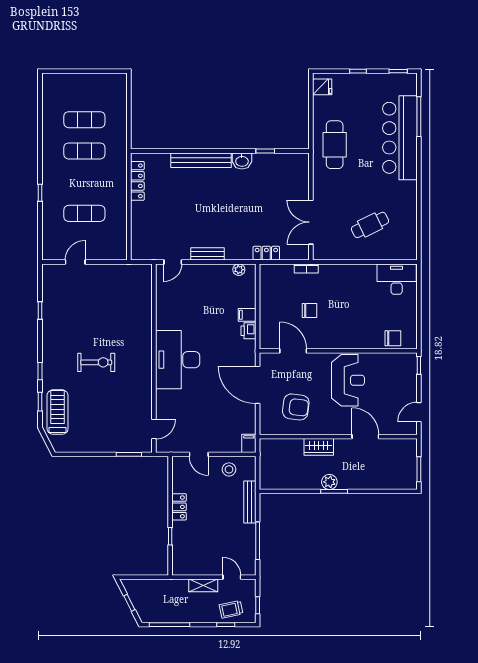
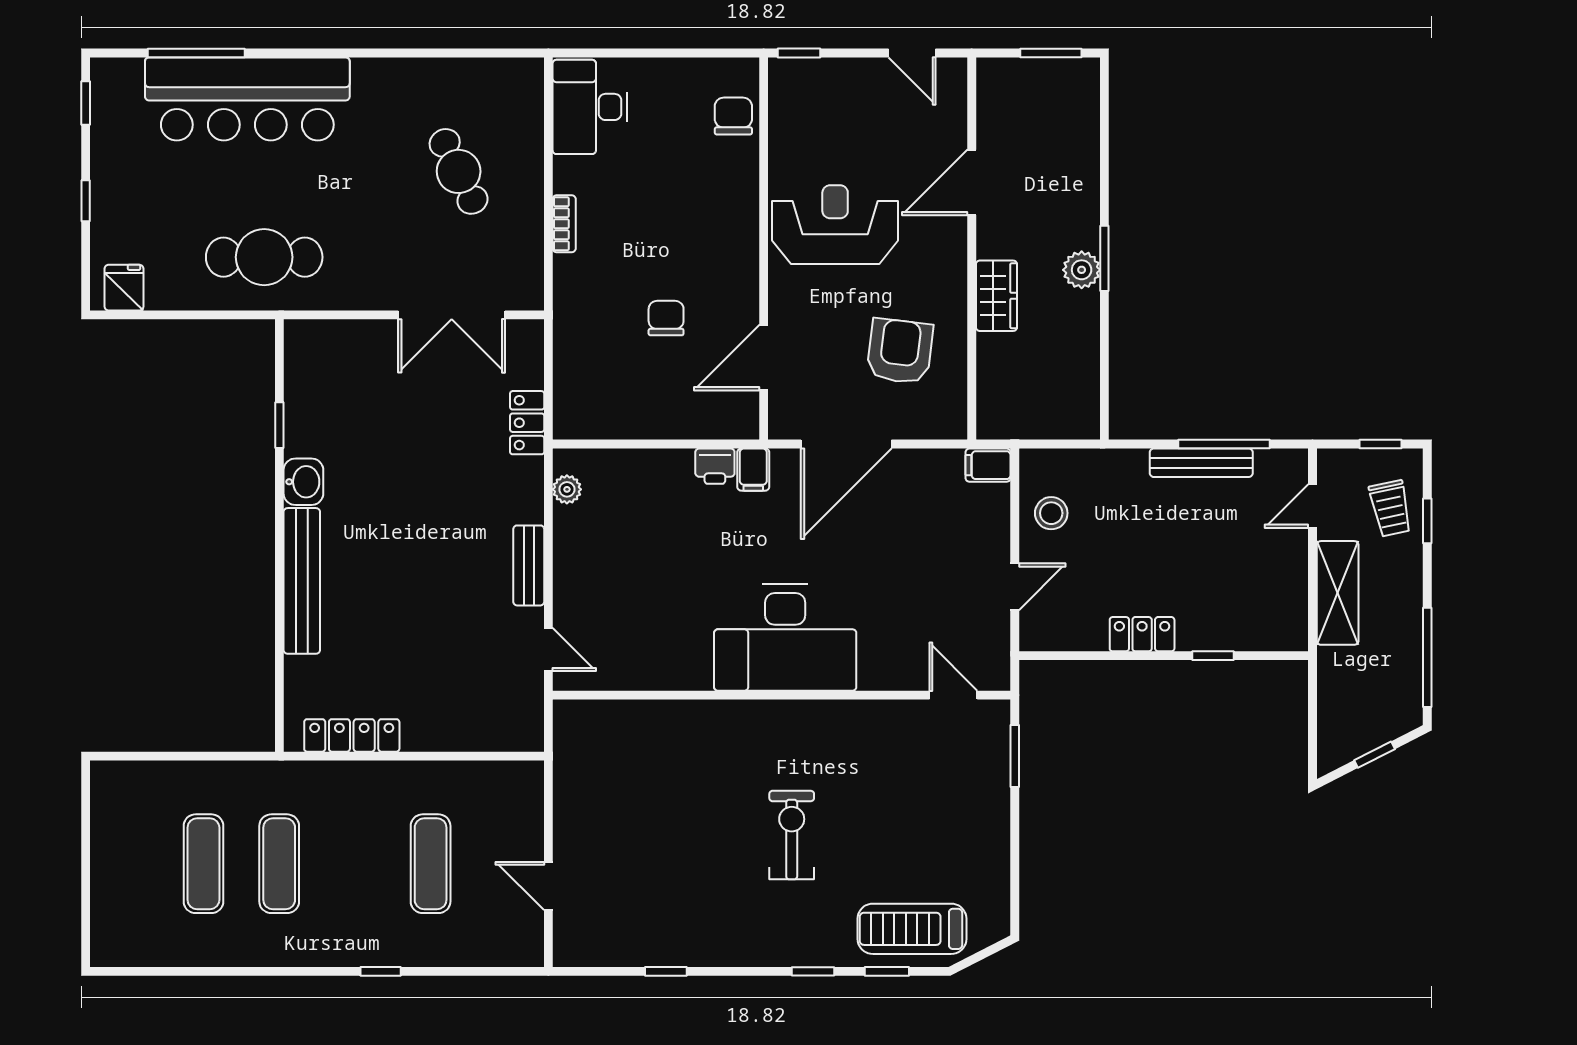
bookcase: (306, 268) -> (564, 224), moved
filing cabinet: (247, 315) -> (753, 470), moved
bench: (250, 502) -> (1201, 463), moved
shelving: (203, 585) -> (1338, 593), width x1.50, depth x1.33

